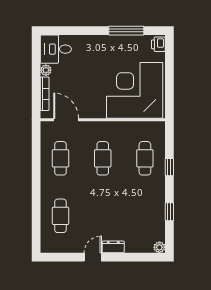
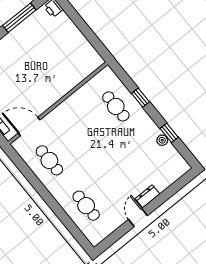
corner desk: (135, 90) -> (64, 60), removed
cafe table: (103, 158) -> (83, 133), removed
plant: (159, 247) -> (162, 140), moved

